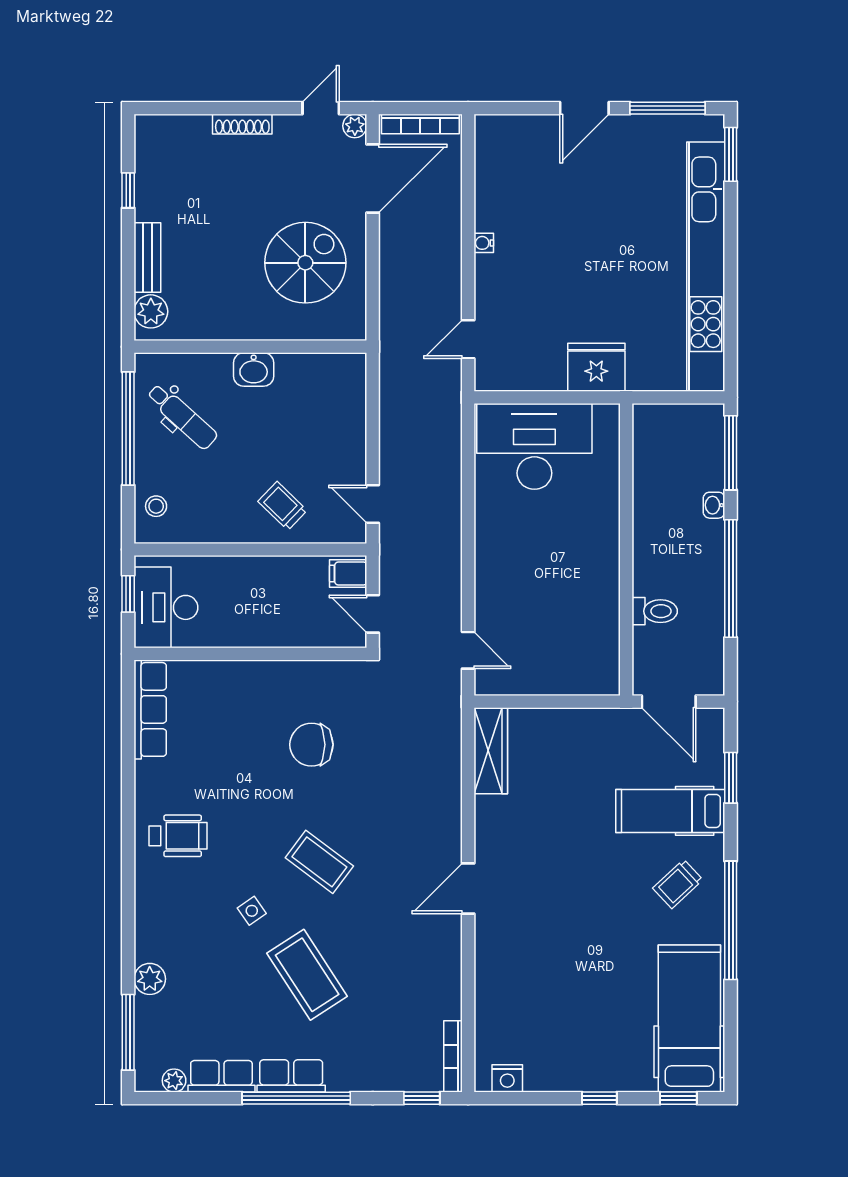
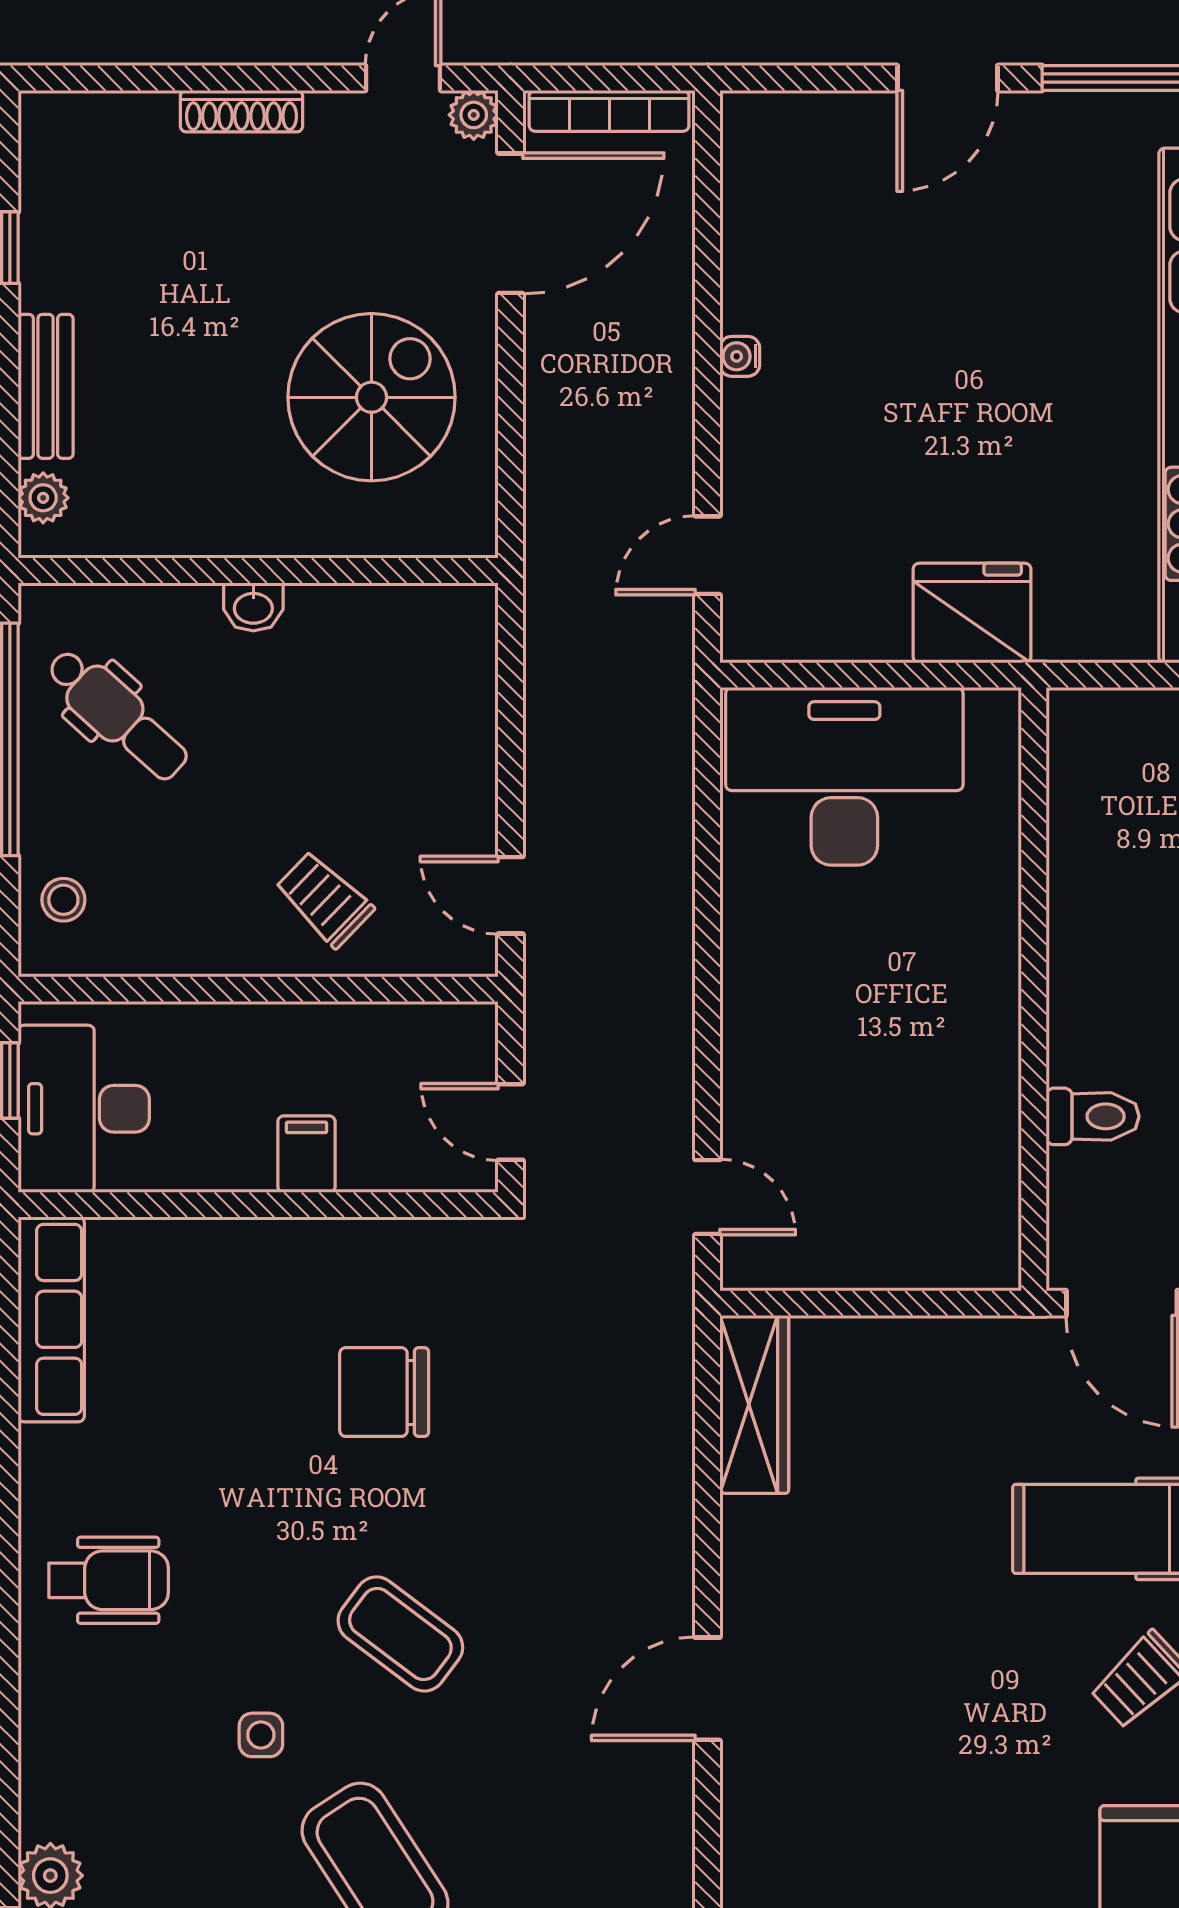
plant: (151, 311) -> (43, 498), width x0.73, depth x0.73
washbasin: (254, 369) -> (253, 607), width x0.72, depth x0.69
filing cabinet: (348, 574) -> (306, 1154), moved, turned 90
side table: (252, 911) -> (261, 1735), turned 35

